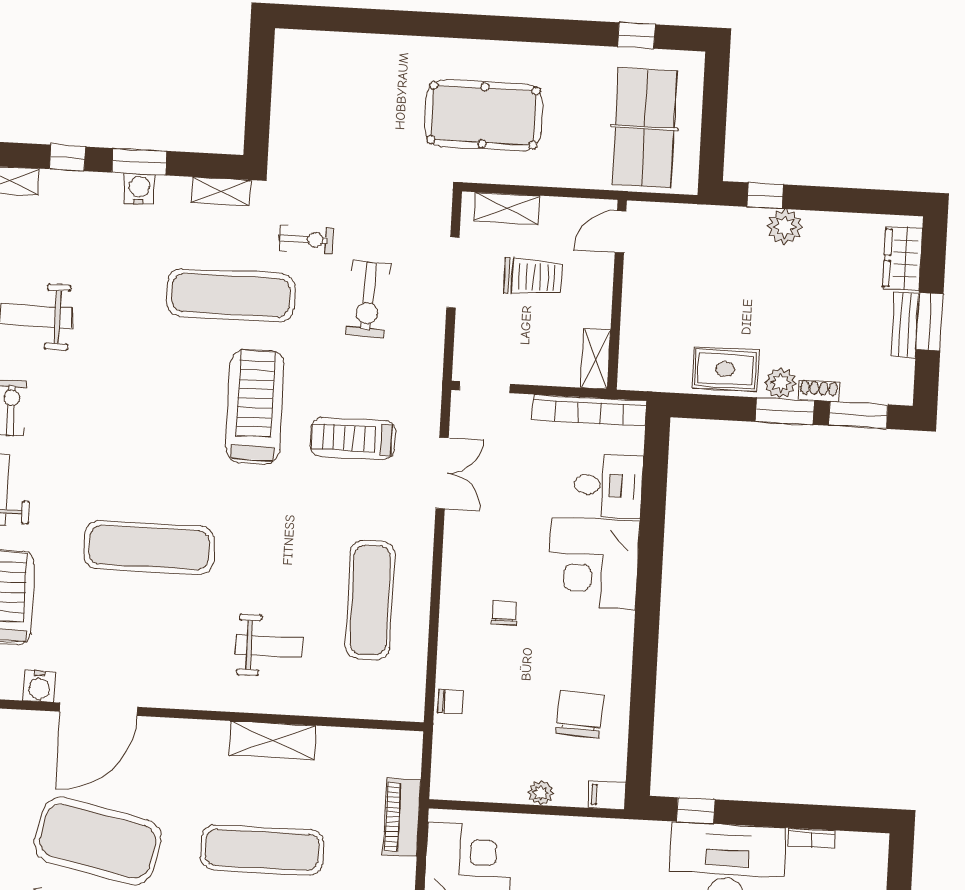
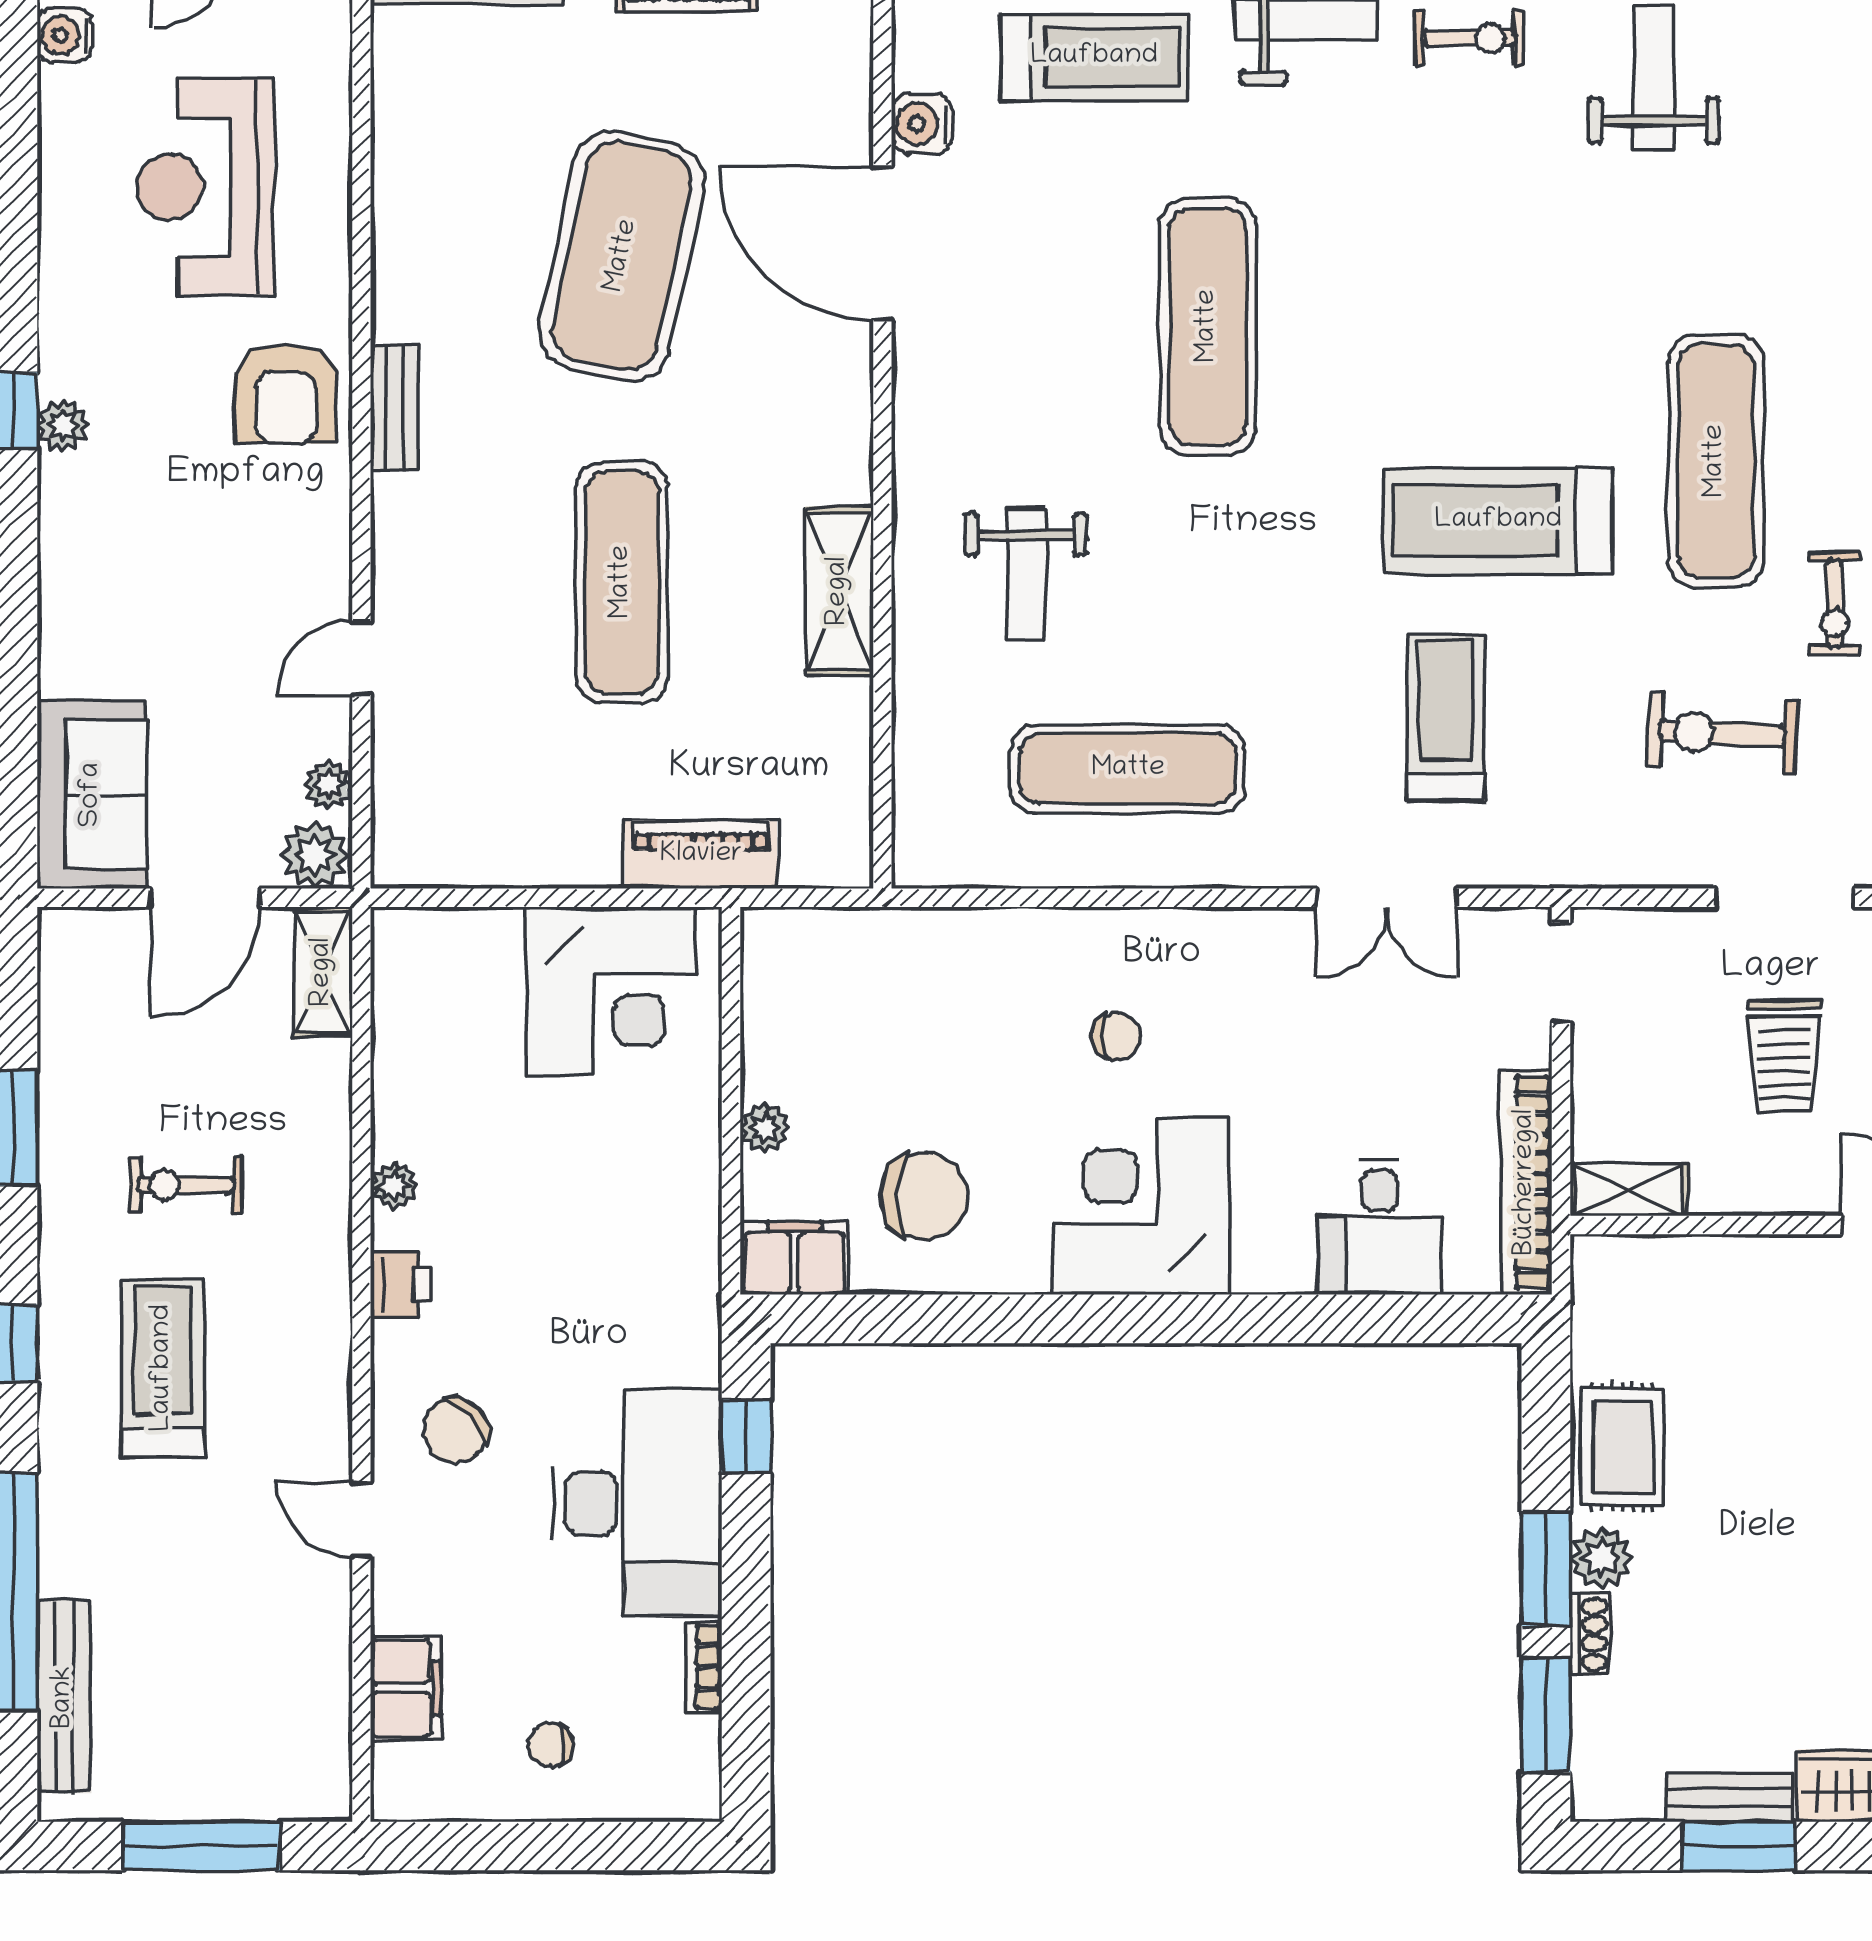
treadmill: (255, 407) -> (1498, 521), turned 180
corner desk: (593, 563) -> (1140, 1207), moved
chair: (451, 702) -> (935, 939), removed
filing cabinet: (607, 795) -> (795, 1258), width x2.00

